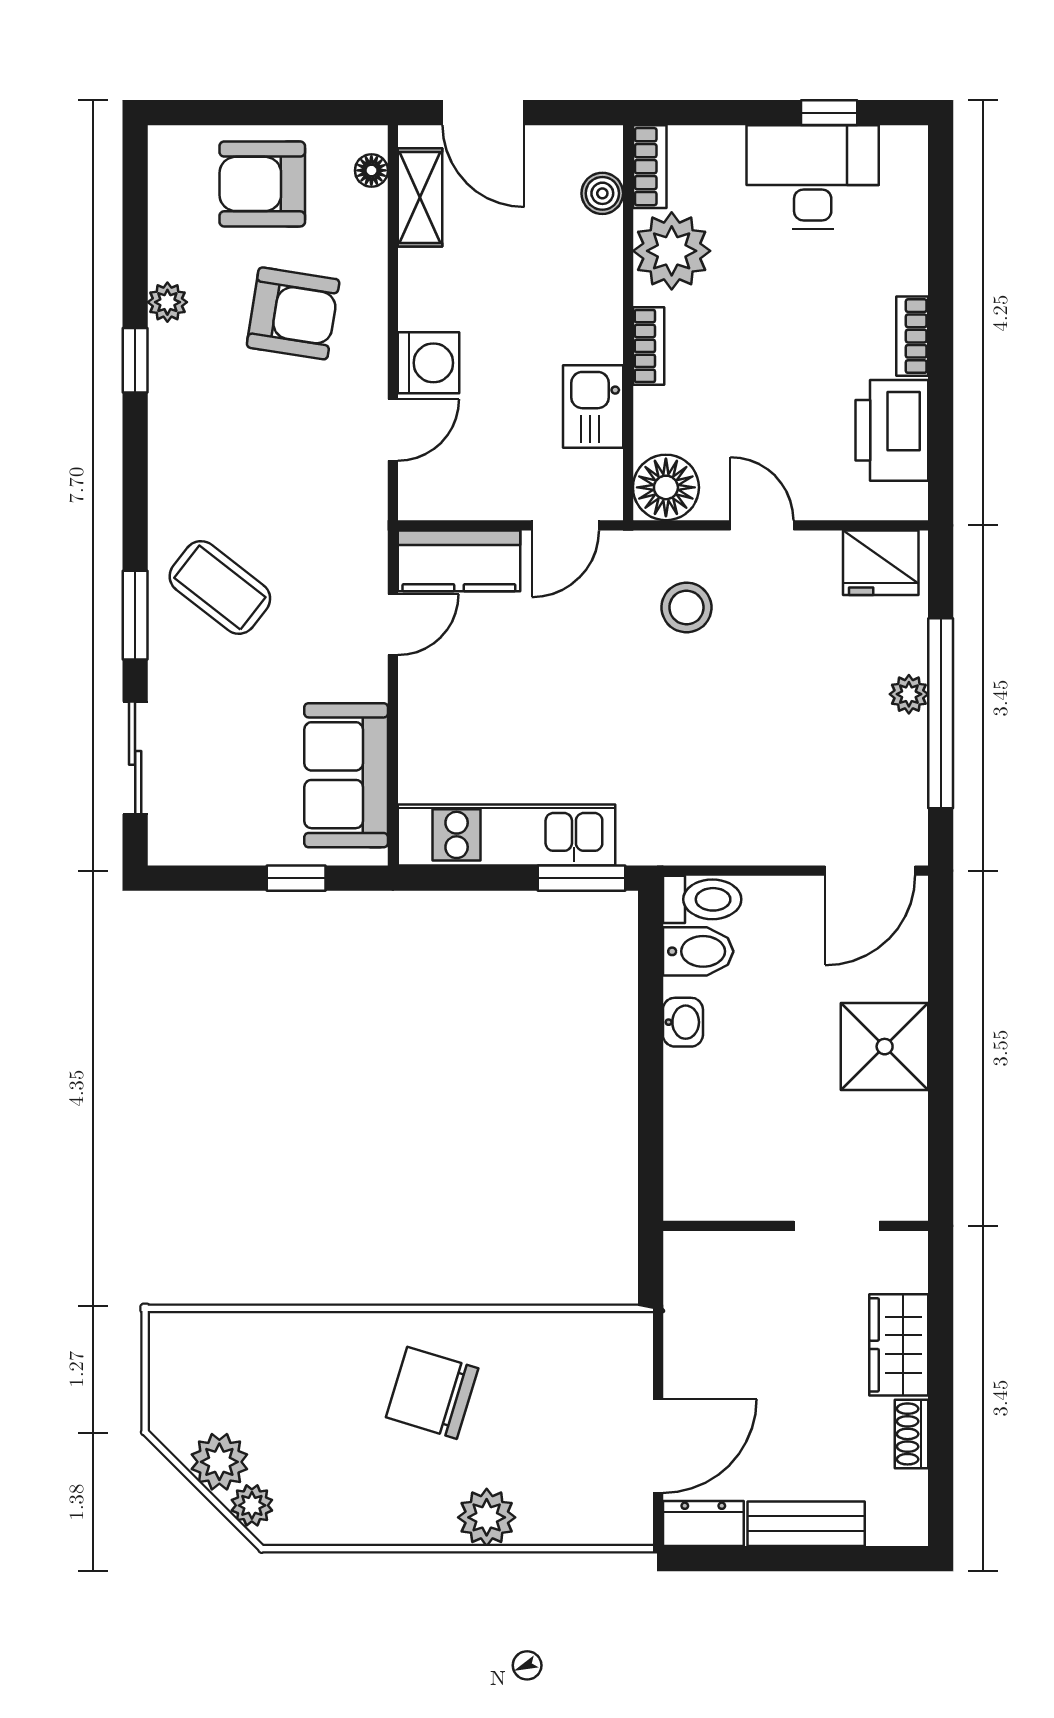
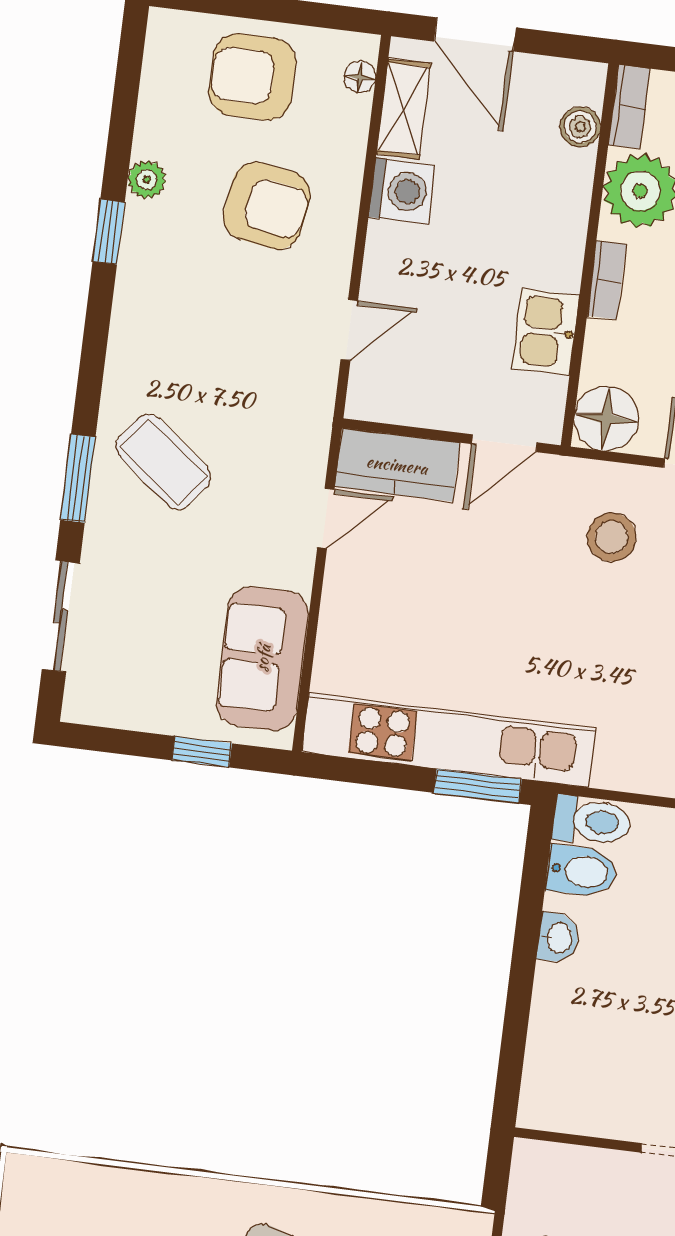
washing machine: (428, 363) -> (402, 191), moved
kitchen unit: (507, 835) -> (449, 740), width x1.36

